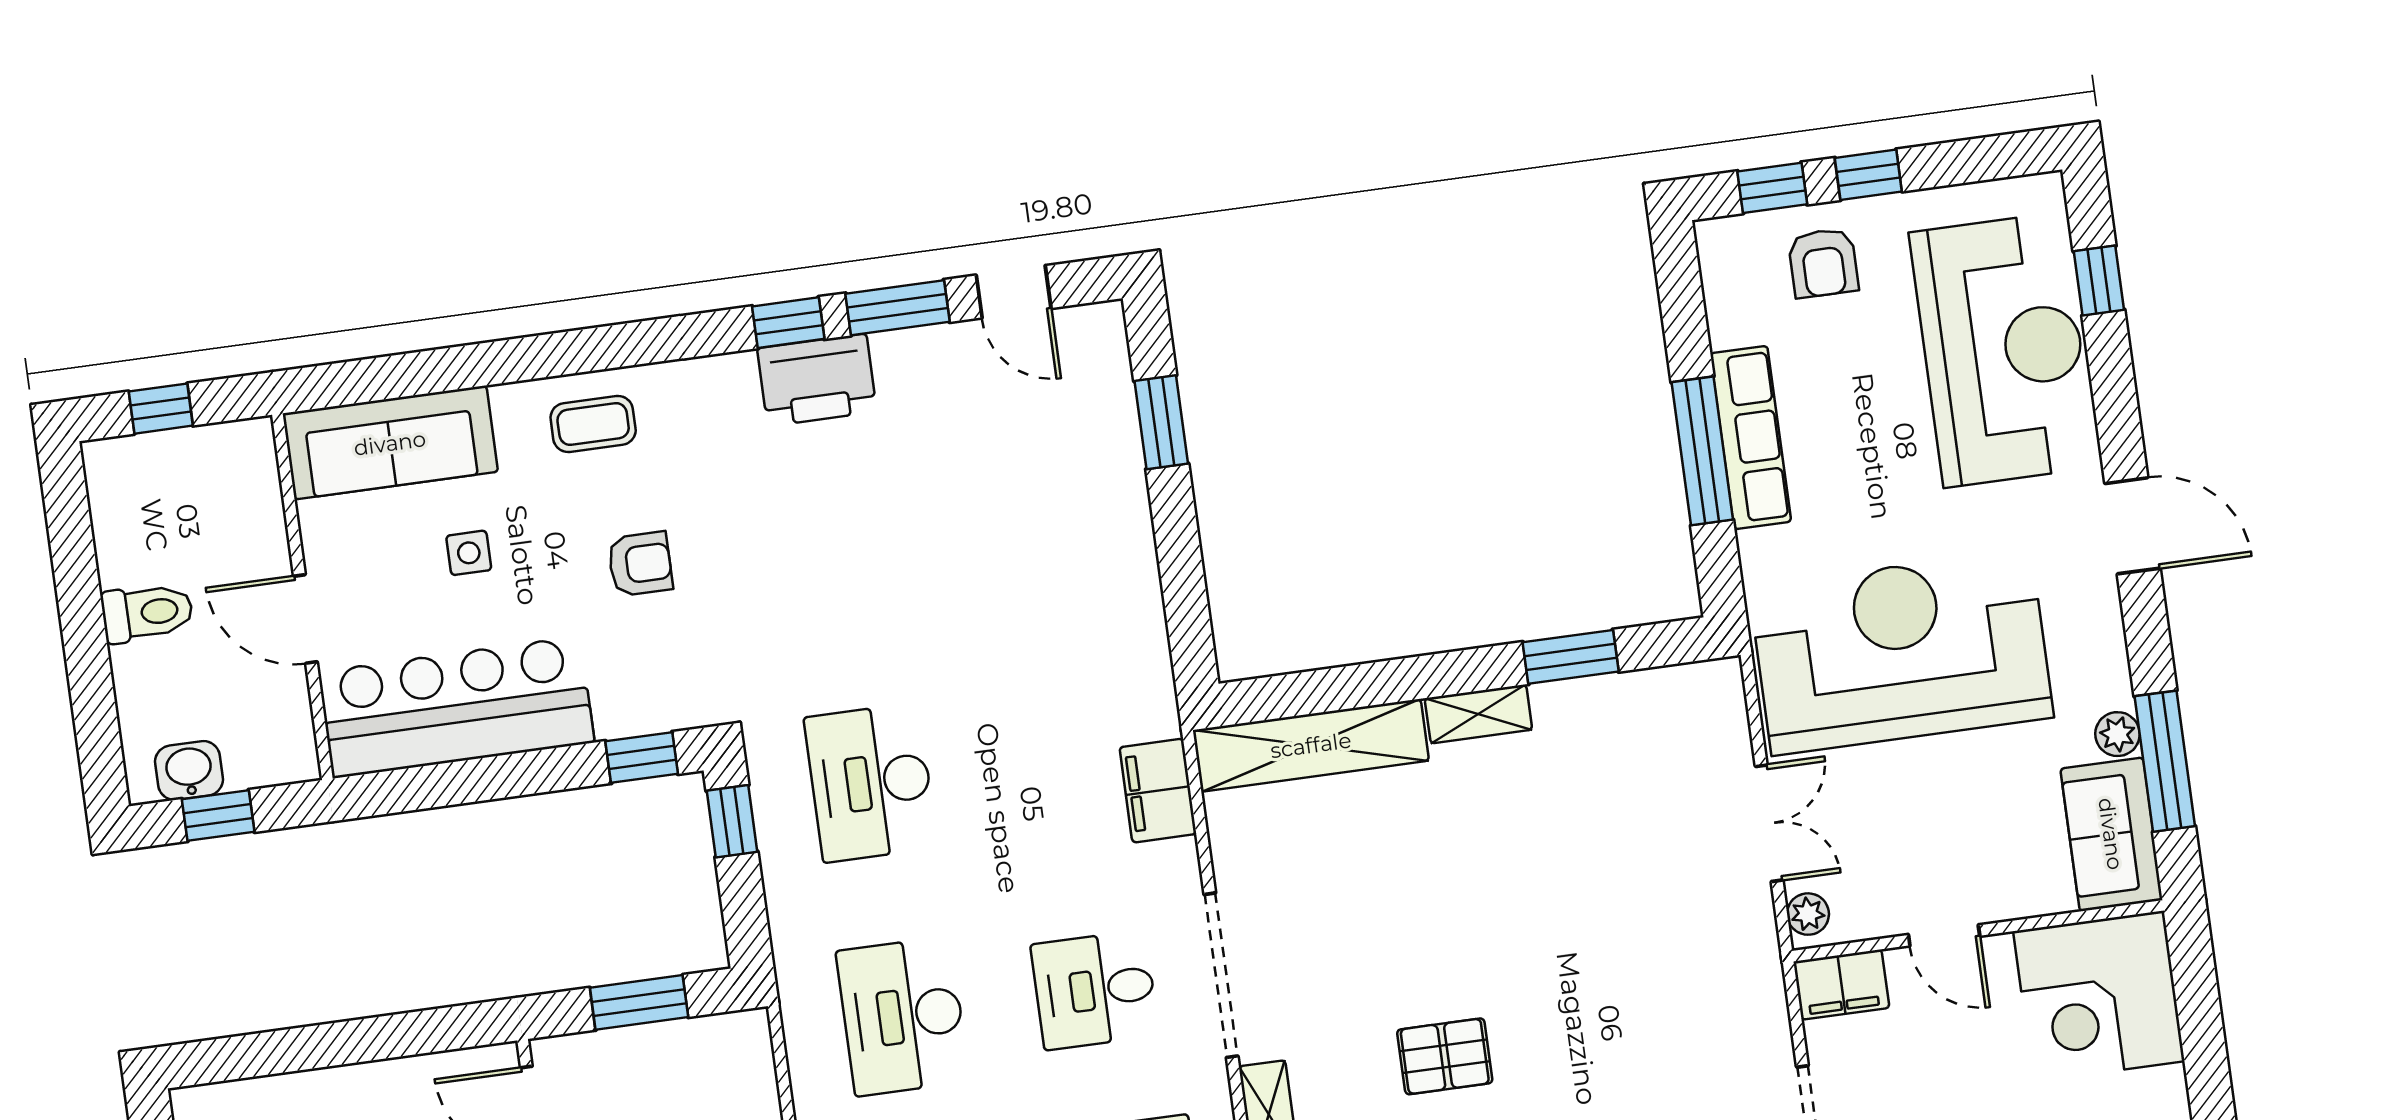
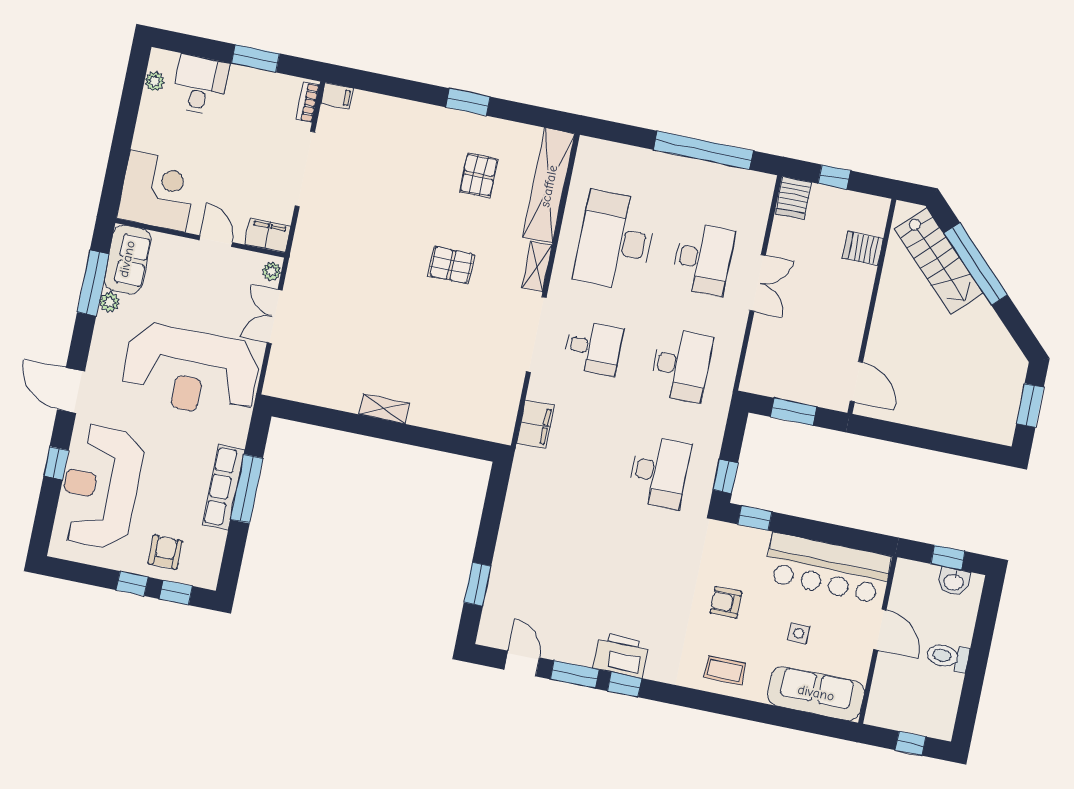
window: (2099, 281) -> (56, 463), moved
window: (1571, 657) -> (335, 419), removed
shelving: (1311, 745) -> (462, 421), removed

